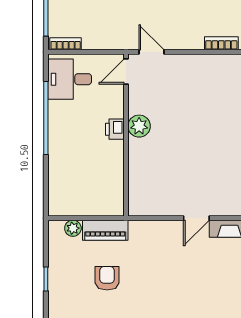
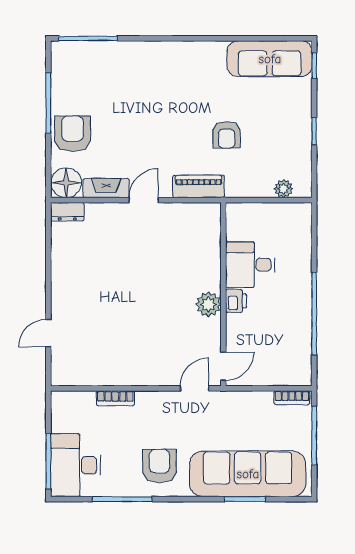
door: (151, 52) -> (195, 388), swing flipped
desk: (70, 79) -> (250, 265), moved, turned 180
piano: (105, 230) -> (199, 186), moved
armchair: (107, 278) -> (227, 135), moved

